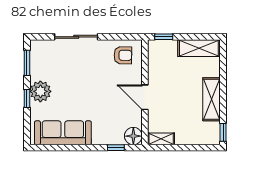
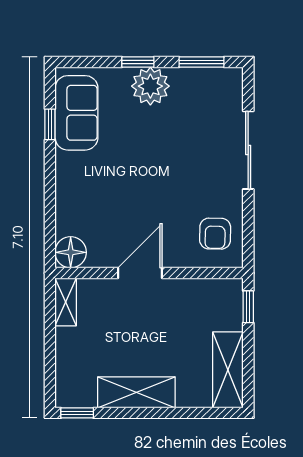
sofa: (63, 133) -> (76, 113), width x0.73
window: (116, 148) -> (50, 124), moved

